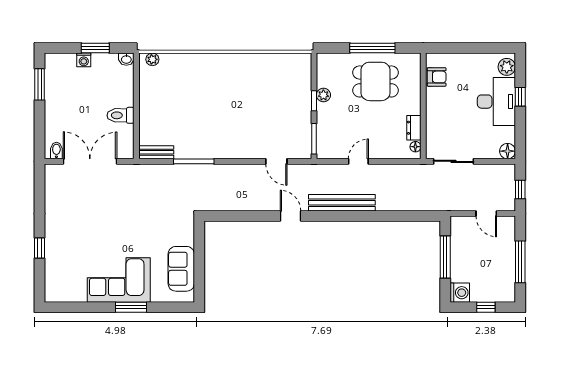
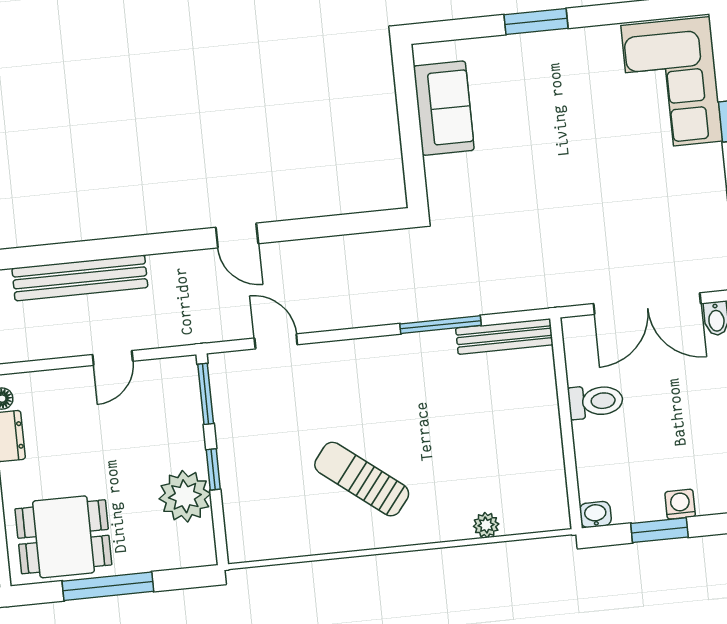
plant: (152, 59) -> (486, 525), moved
dining table: (376, 81) -> (63, 537), moved
sun lounger: (241, 89) -> (362, 479), added
plant: (323, 95) -> (185, 496), width x1.88, depth x1.88
bench: (156, 152) -> (504, 336), width x1.36
bench: (342, 203) -> (80, 278), moved
corner sofa: (119, 280) -> (672, 83), moved, turned 90

